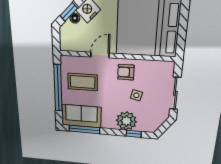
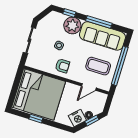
door: (100, 55) -> (89, 87), moved
sofa: (81, 116) -> (102, 36), width x1.36
window: (84, 129) -> (99, 22), moved

